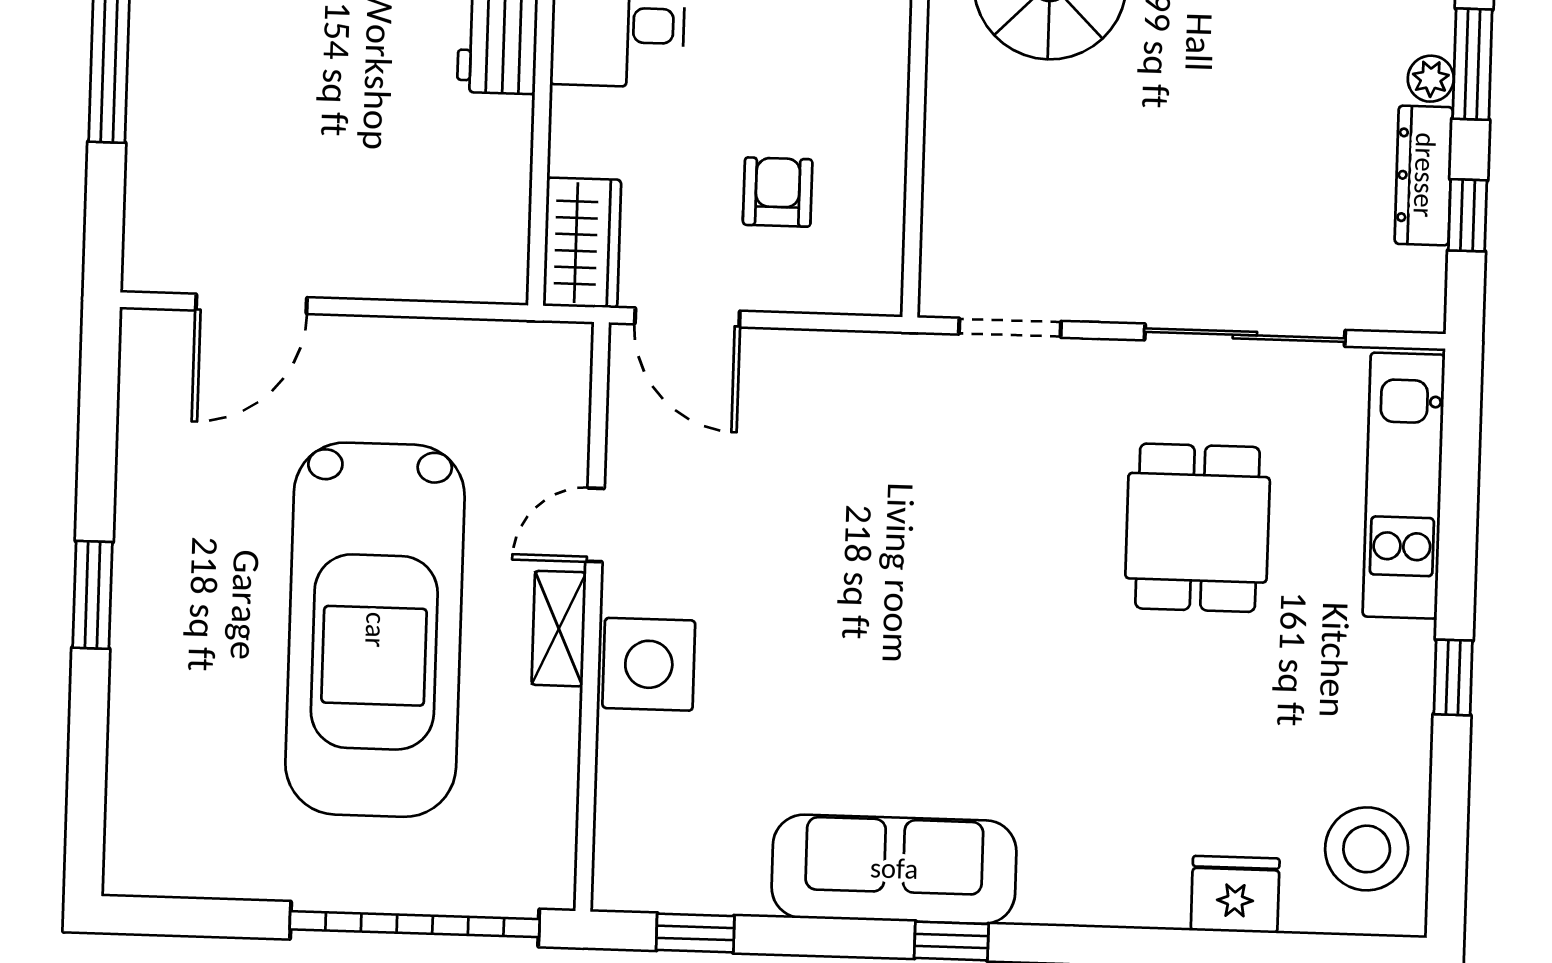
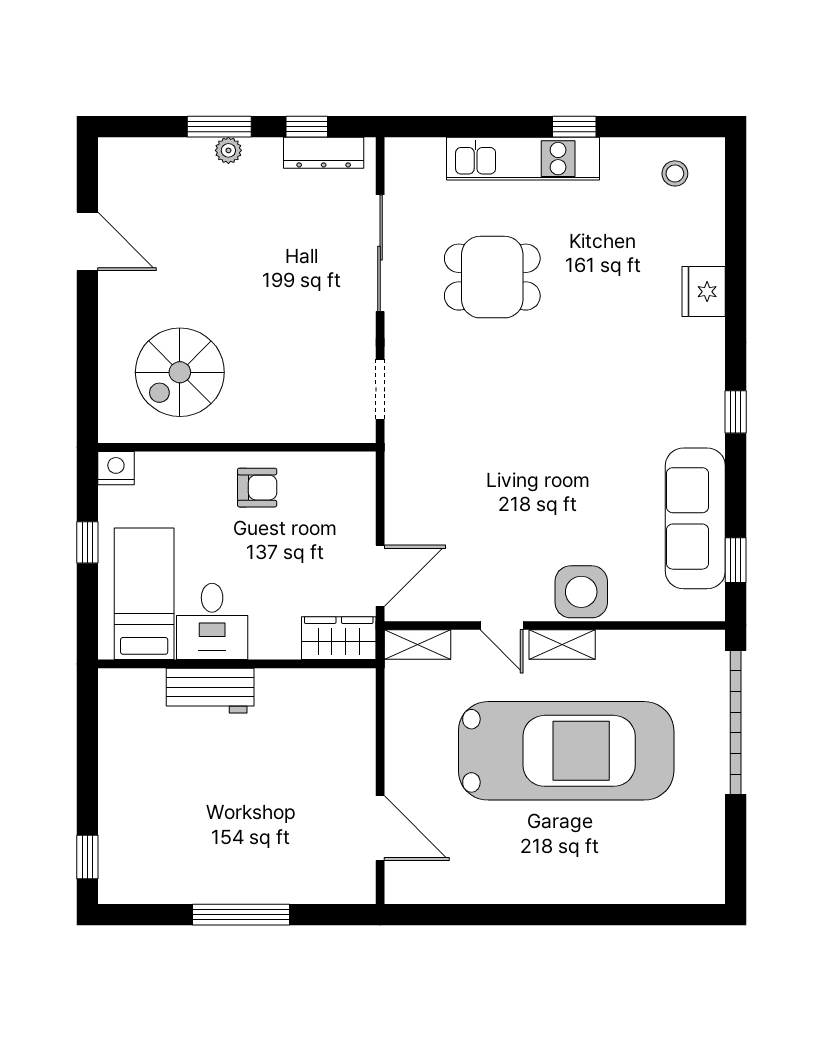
dresser: (1424, 175) -> (324, 153), moved
armchair: (778, 192) -> (257, 488), moved, turned 180
shelving: (567, 378) -> (417, 645), added
kitchen unit: (1404, 486) -> (523, 159), moved
window: (93, 595) -> (551, 915), removed
stool: (1367, 849) -> (675, 173), width x0.53, depth x0.53
sofa: (894, 869) -> (695, 518), moved
fridge: (1235, 894) -> (704, 292), moved

